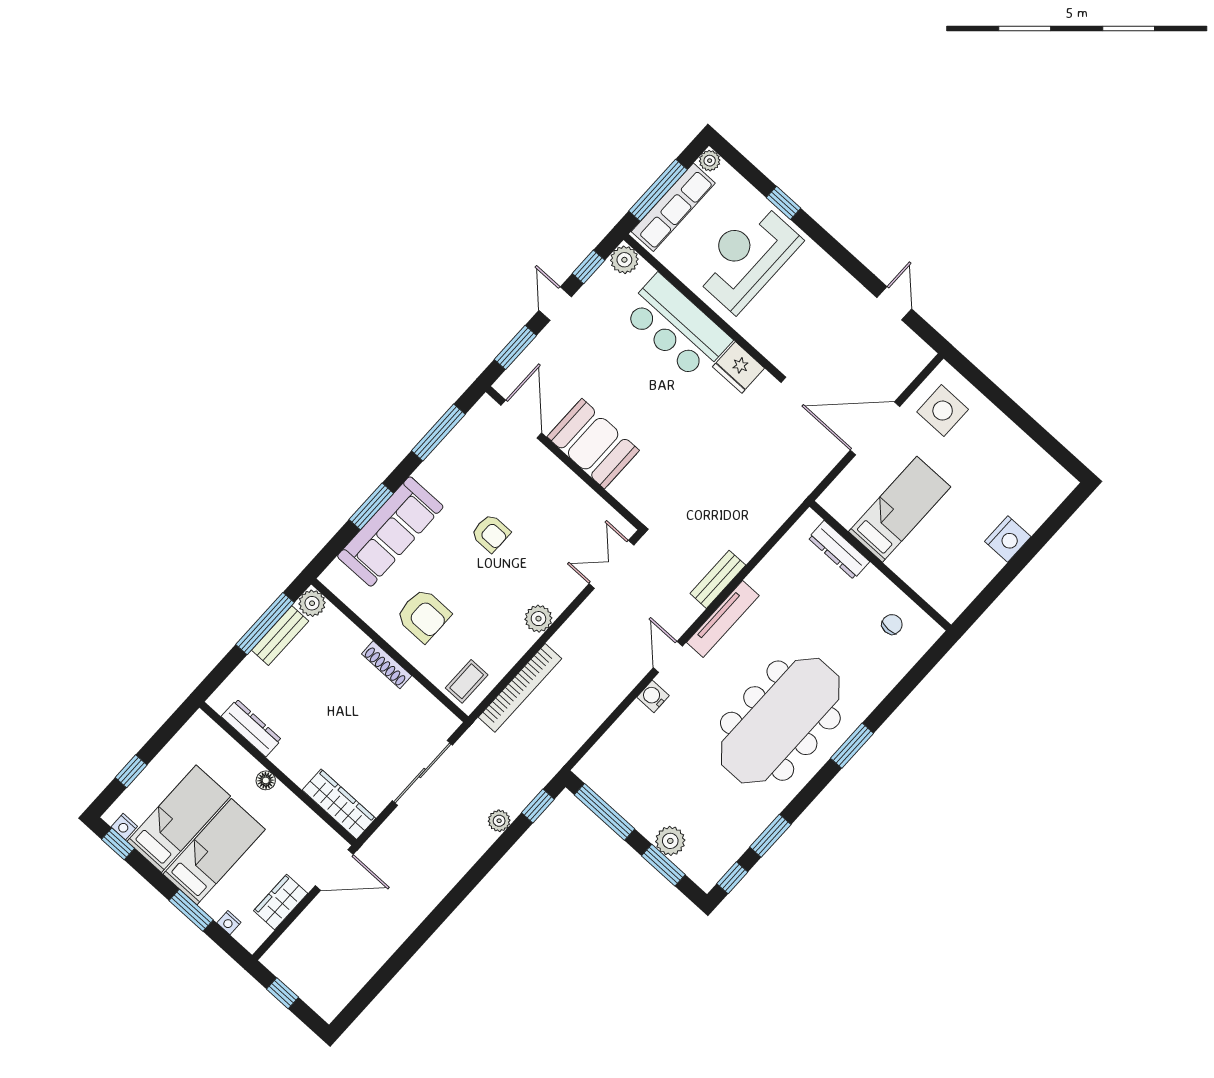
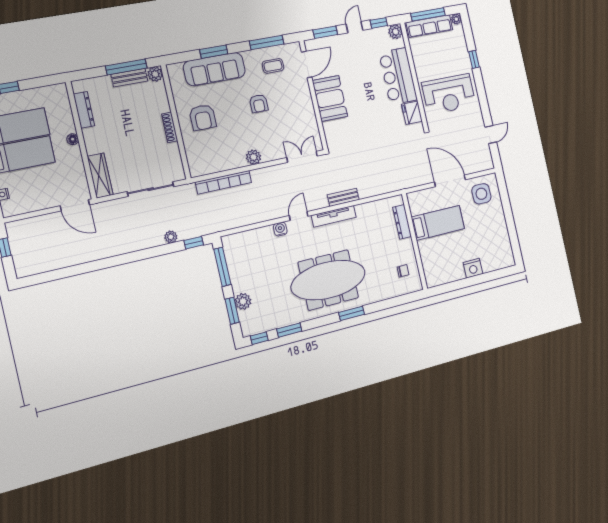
reception desk: (747, 257) -> (449, 94), moved, turned 180
coffee table: (467, 681) -> (273, 66), moved
wardrobe: (281, 902) -> (37, 202), removed

